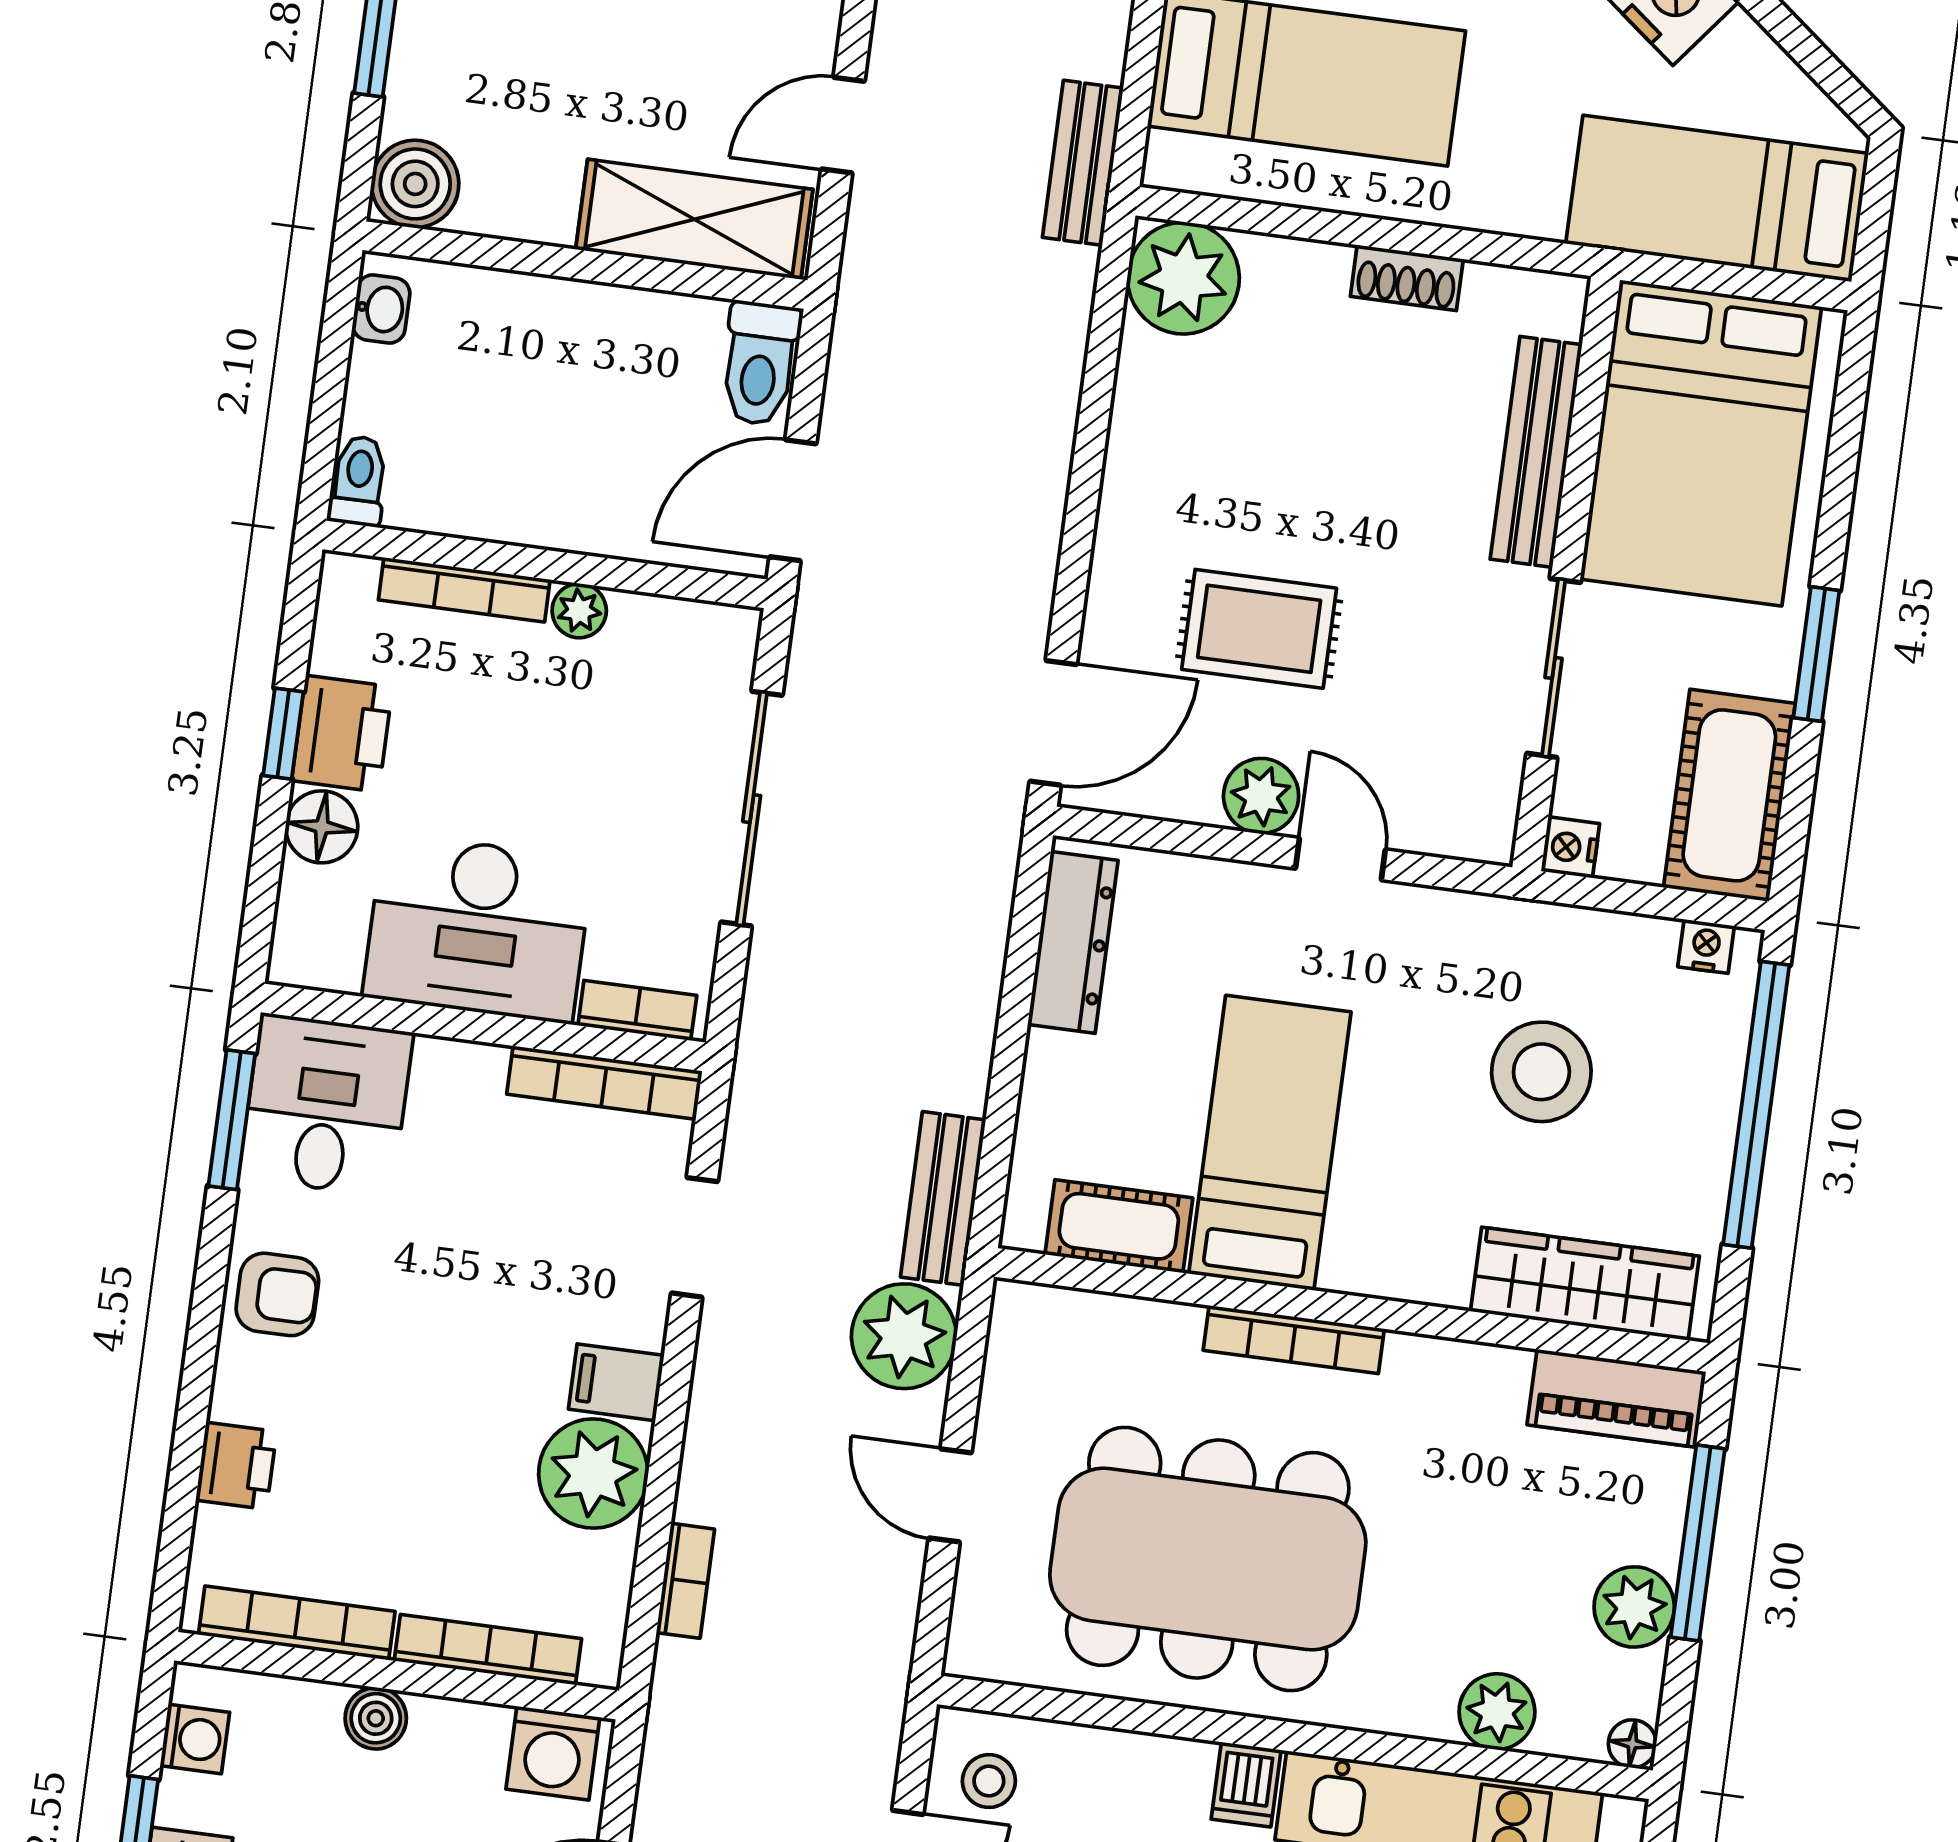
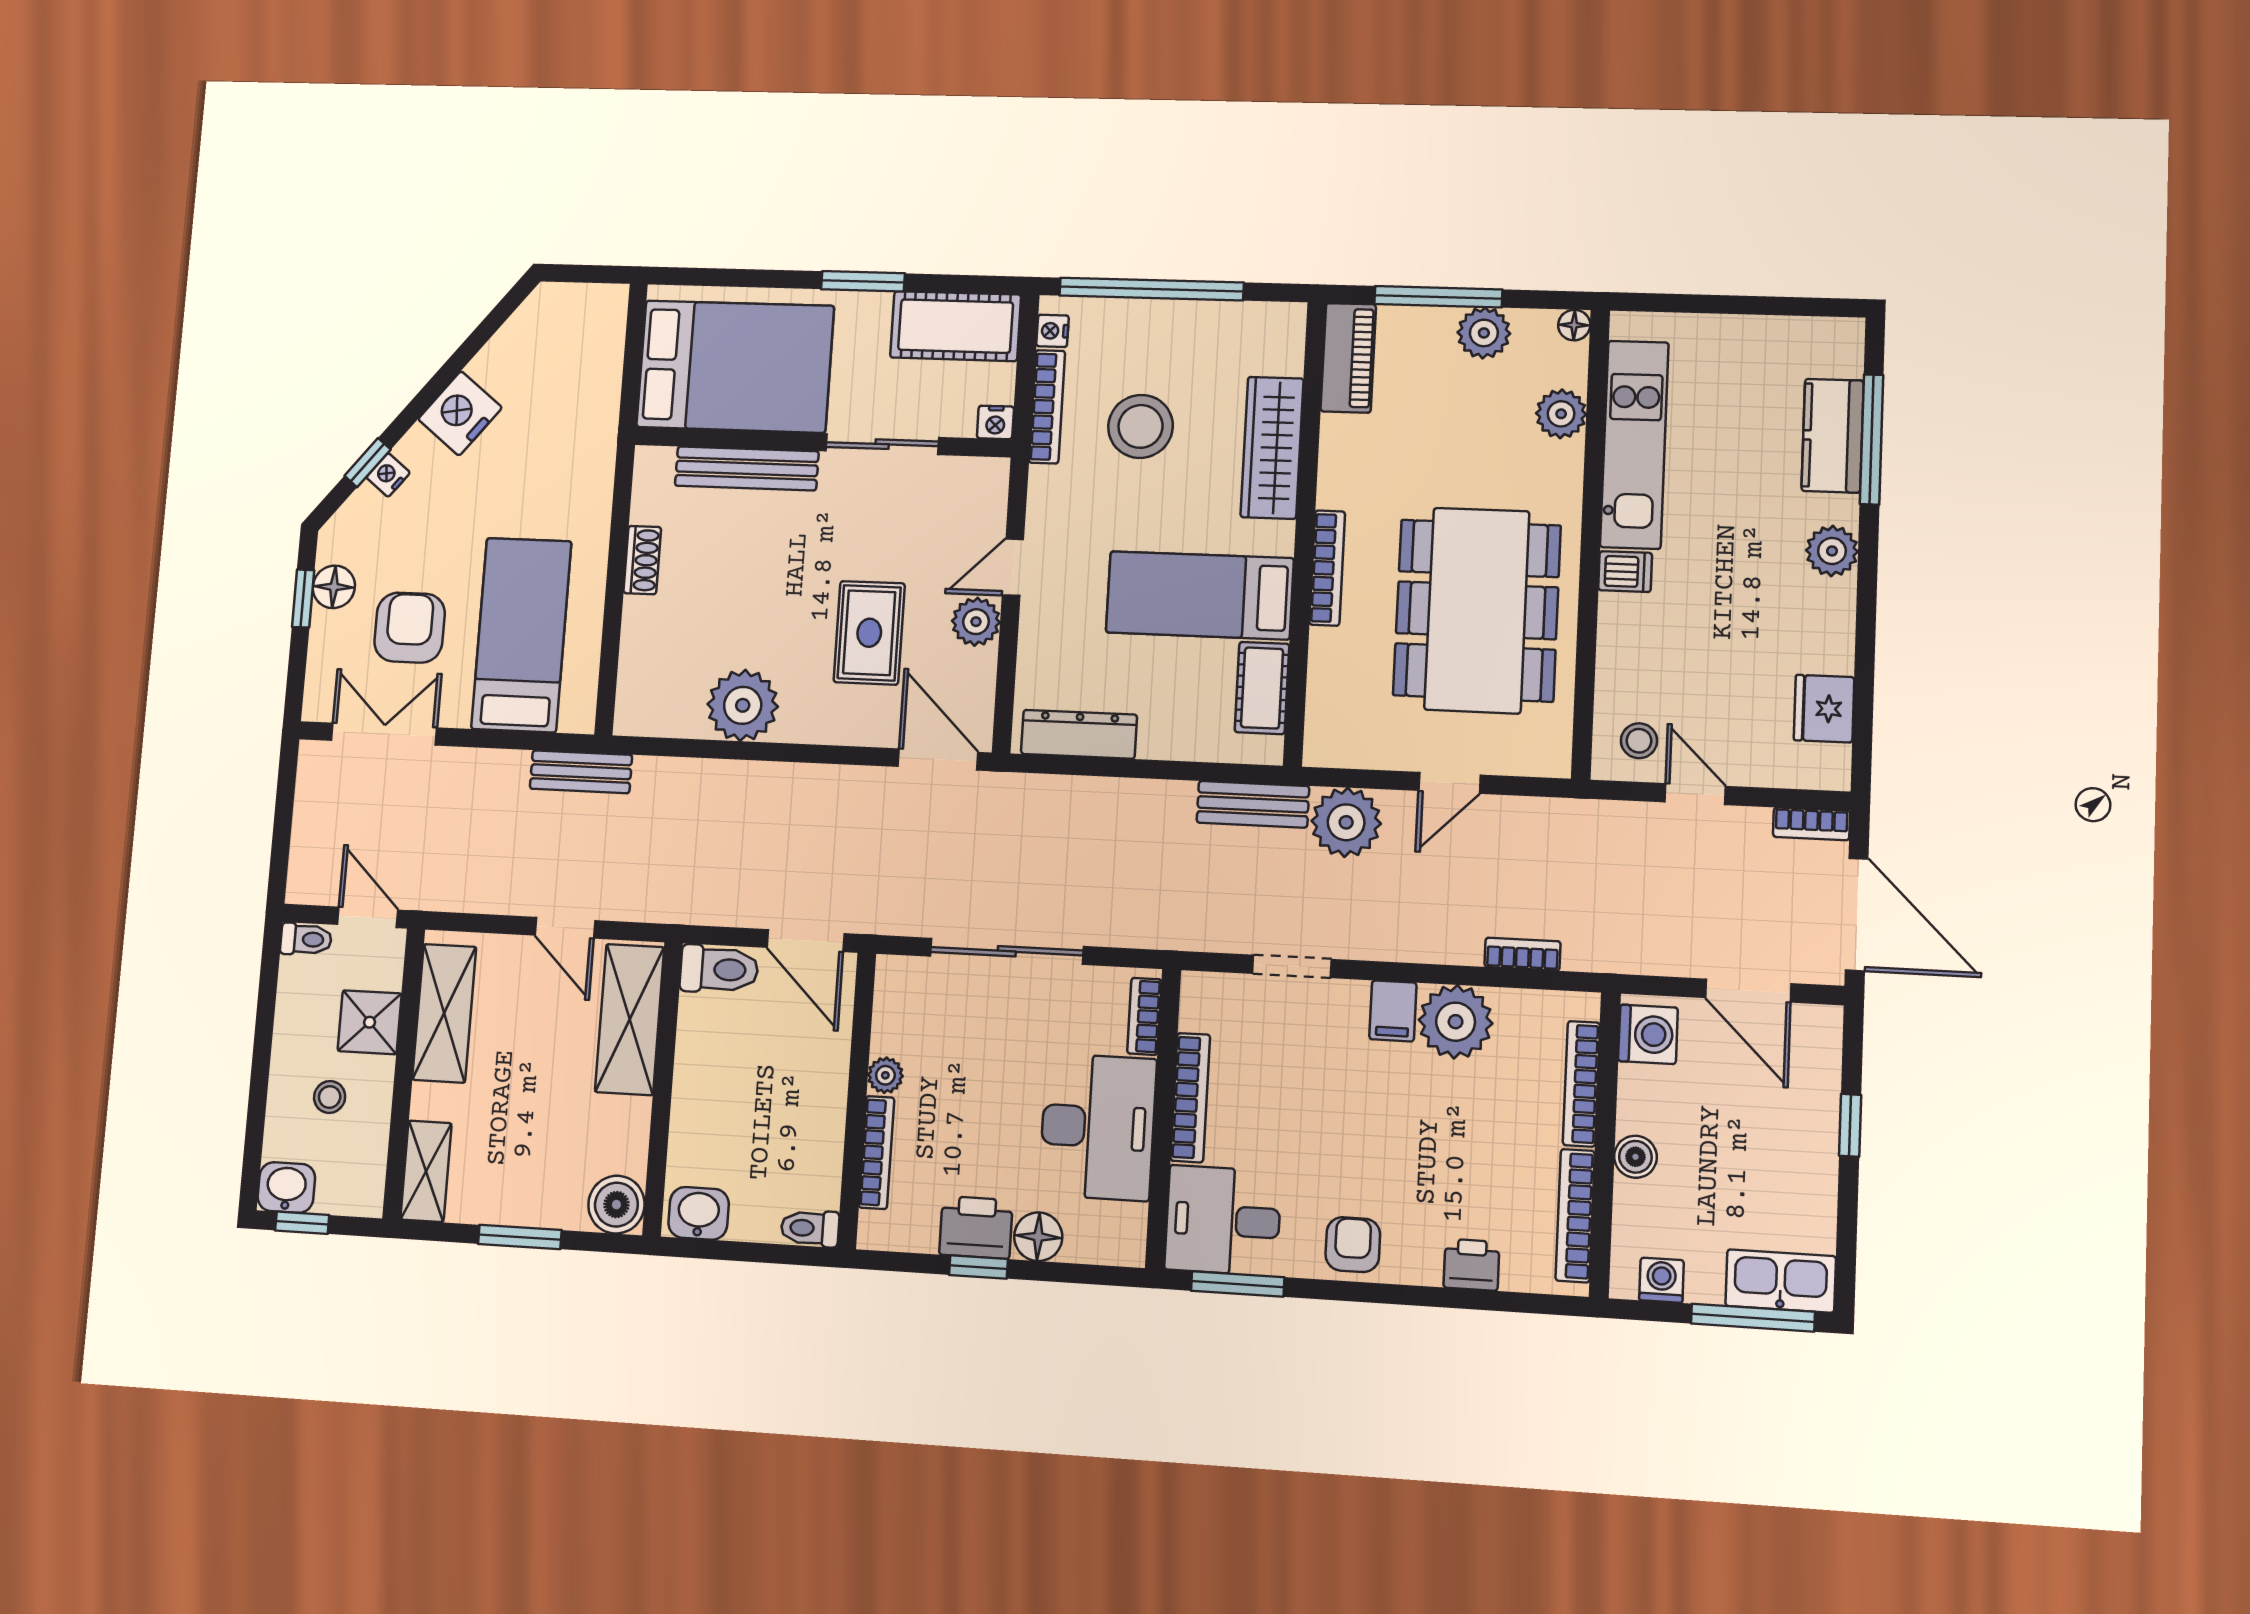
bed: (1717, 199) -> (583, 372), removed
plant: (1183, 278) -> (743, 705), moved
washbasin: (381, 309) -> (699, 1213), width x1.38, depth x1.45
bookcase: (1587, 929) -> (1047, 407), added
bookcase: (604, 1083) -> (1190, 1098), moved
wardrobe: (1585, 1284) -> (1272, 448), moved

